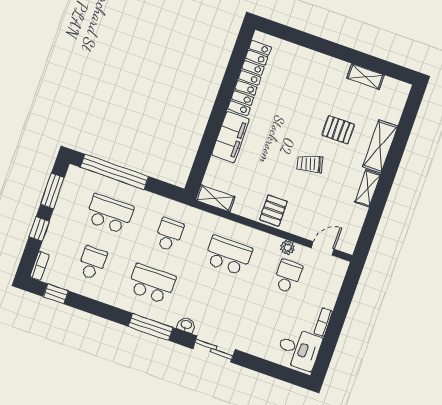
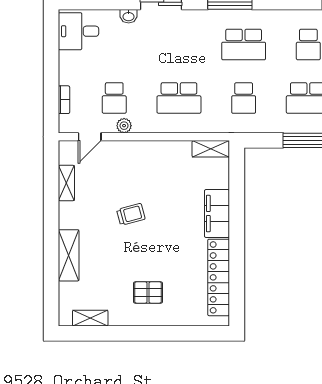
shelving: (365, 77) -> (90, 318), moved
pallet: (338, 130) -> (148, 292), moved
shelving: (368, 188) -> (66, 183), moved
pallet: (273, 211) -> (150, 157), removed
bookcase: (323, 322) -> (64, 100), moved
washbasin: (186, 325) -> (129, 16), moved

